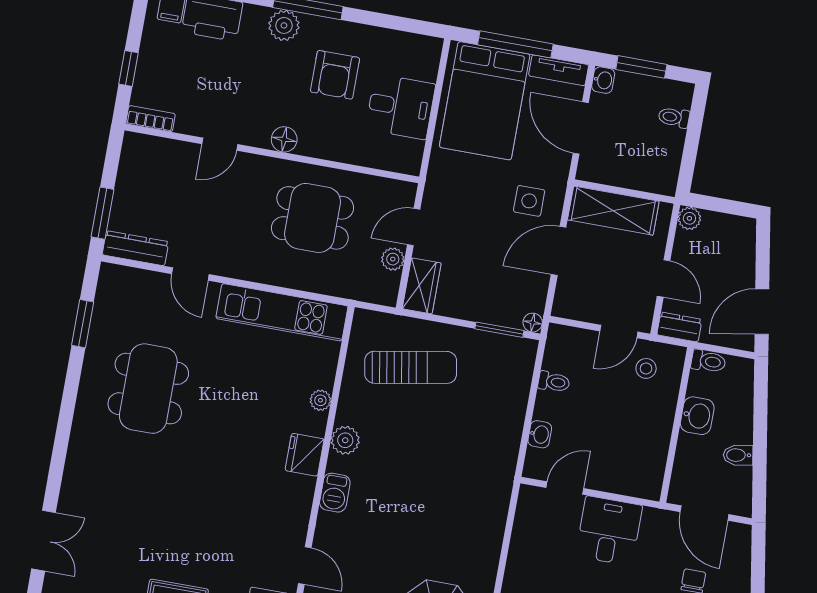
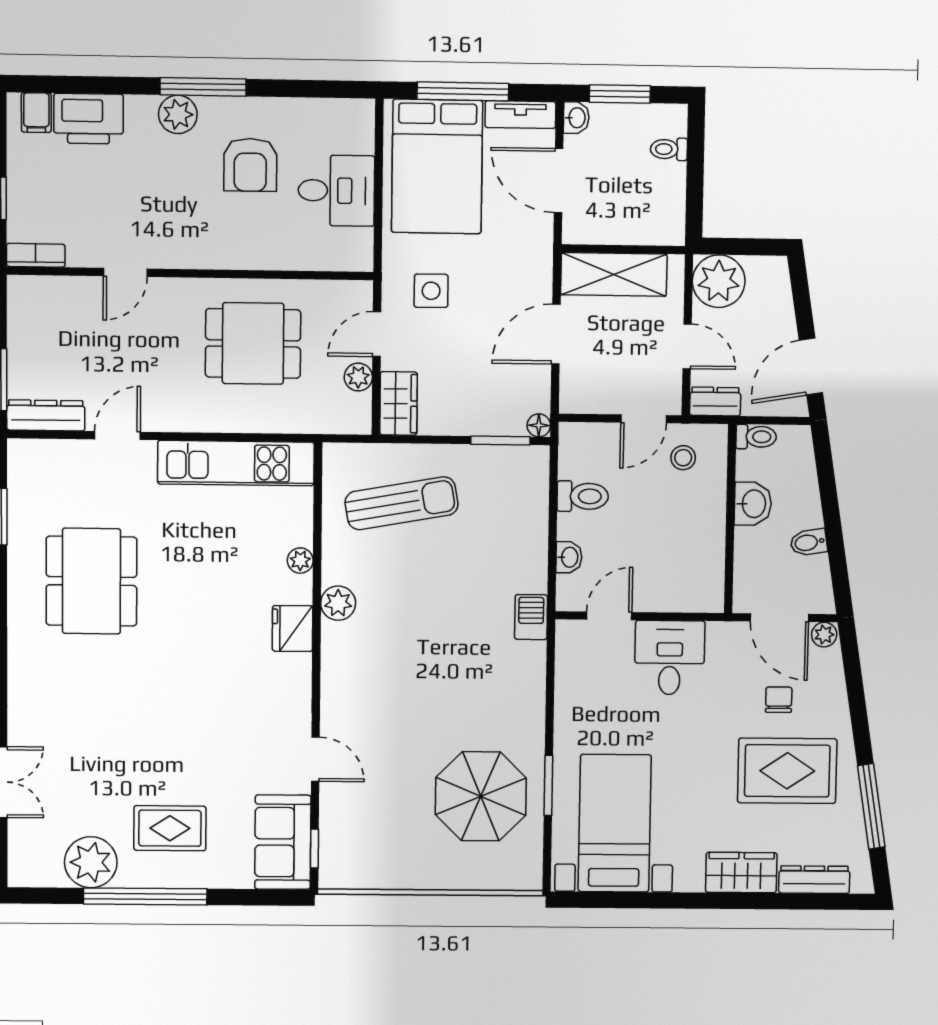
floor lamp: (284, 139) -> (202, 254), removed
side table: (529, 201) -> (431, 291), moved
plant: (689, 218) -> (719, 281), width x1.88, depth x1.88
door: (190, 274) -> (117, 436), swing flipped
toilet: (554, 382) -> (583, 496), width x1.37, depth x1.39
barbecue: (335, 493) -> (531, 617), moved, turned 180
plant: (739, 533) -> (824, 635), added

